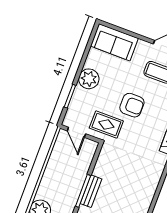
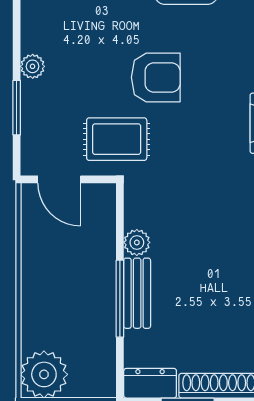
plant: (89, 79) -> (33, 66), width x0.53, depth x0.53
plant: (99, 170) -> (137, 242), added

